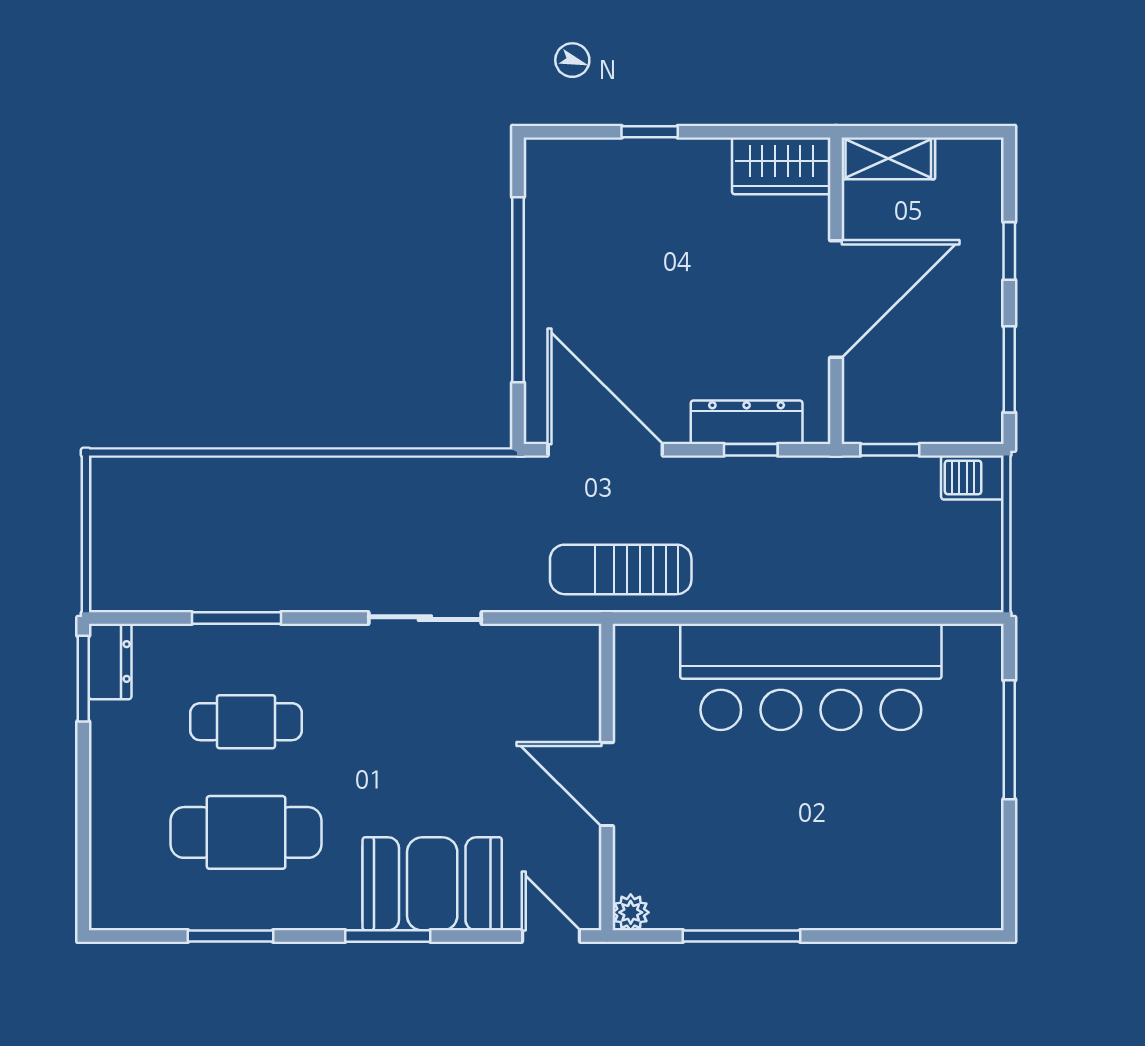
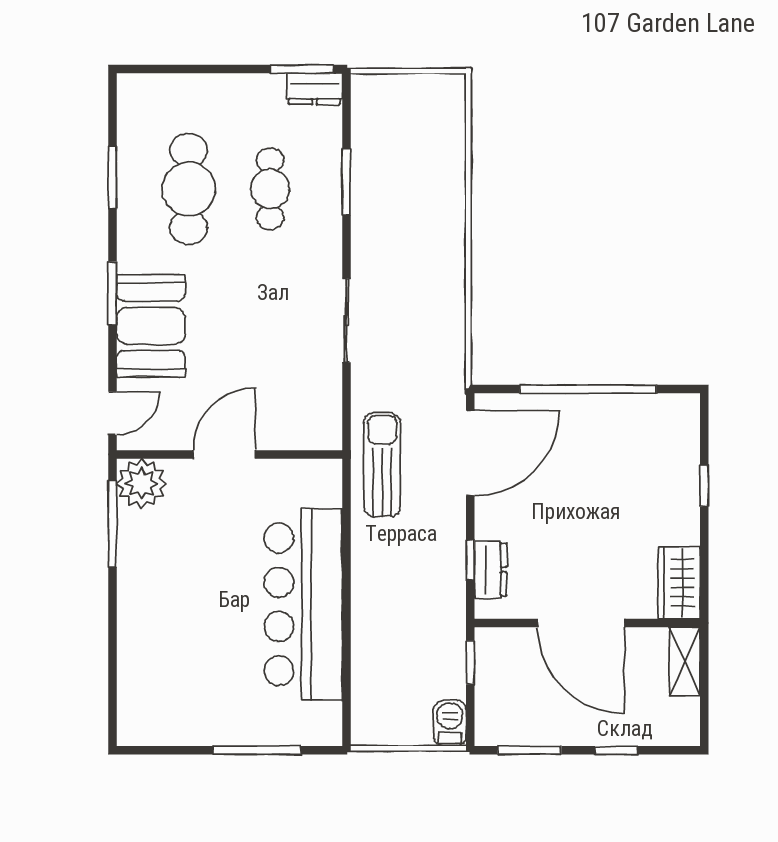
dresser: (747, 422) -> (490, 570), width x0.70
plant: (631, 912) -> (142, 484), width x1.87, depth x1.87
window: (741, 936) -> (112, 524), moved

